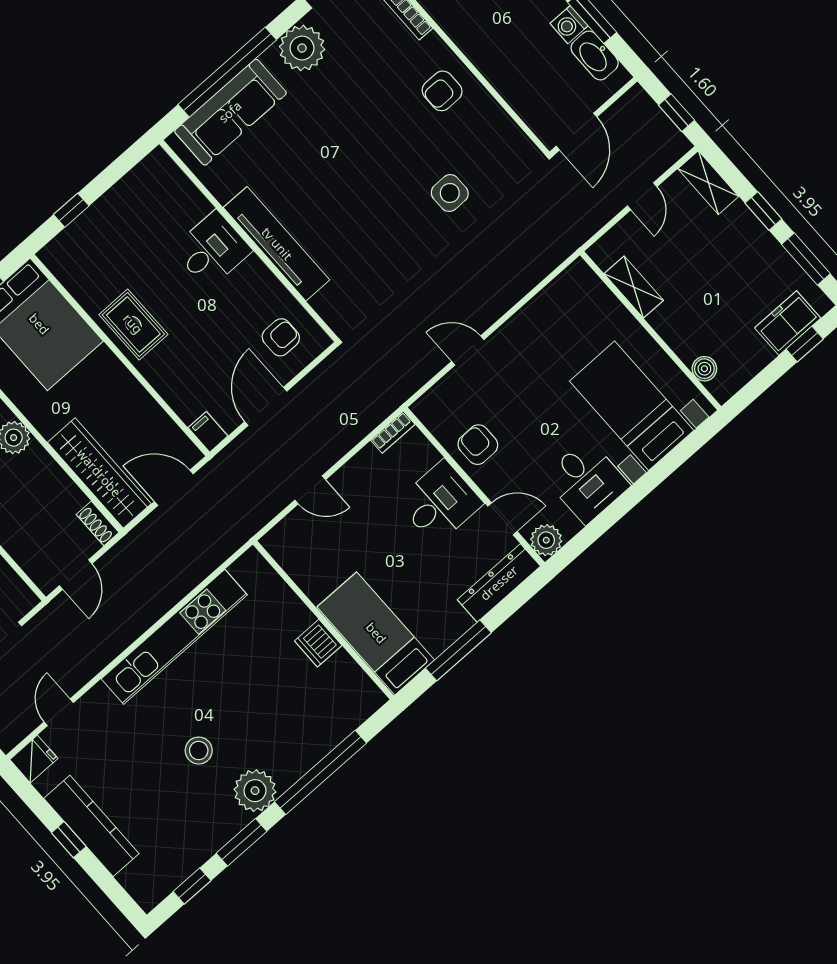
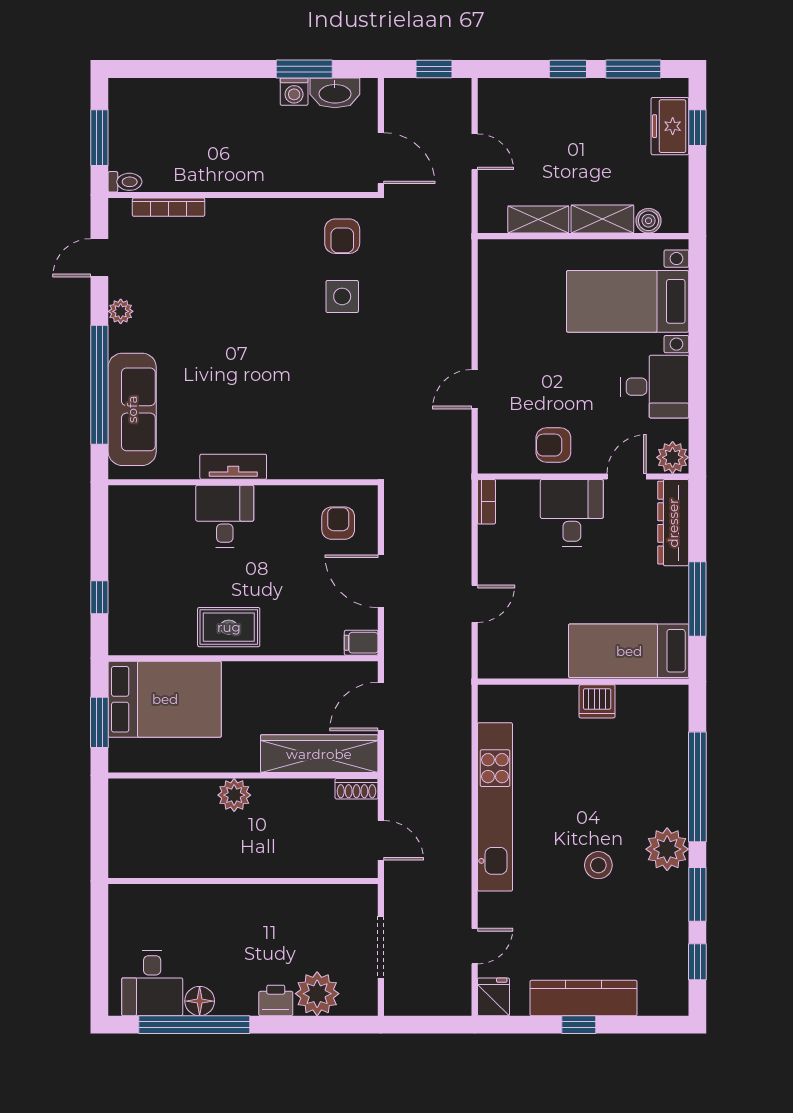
plant: (302, 48) -> (121, 311), width x0.53, depth x0.53
armchair: (442, 91) -> (342, 236), moved
shelving: (708, 183) -> (602, 219), moved
tv unit: (277, 244) -> (233, 467), width x0.52, depth x0.78
door: (59, 712) -> (475, 946), swing flipped

